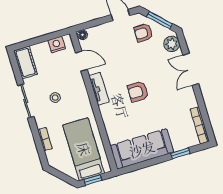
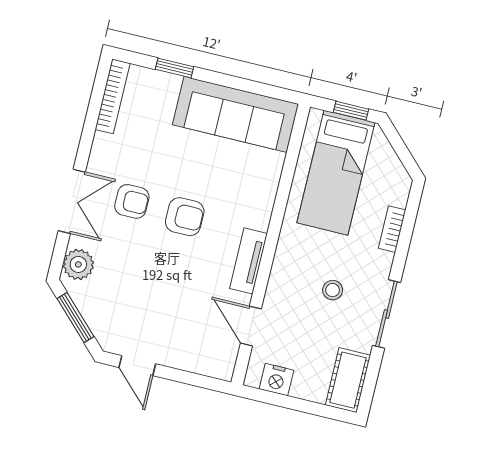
armchair: (143, 33) -> (132, 201), moved
floor lamp: (82, 35) -> (222, 370), removed

